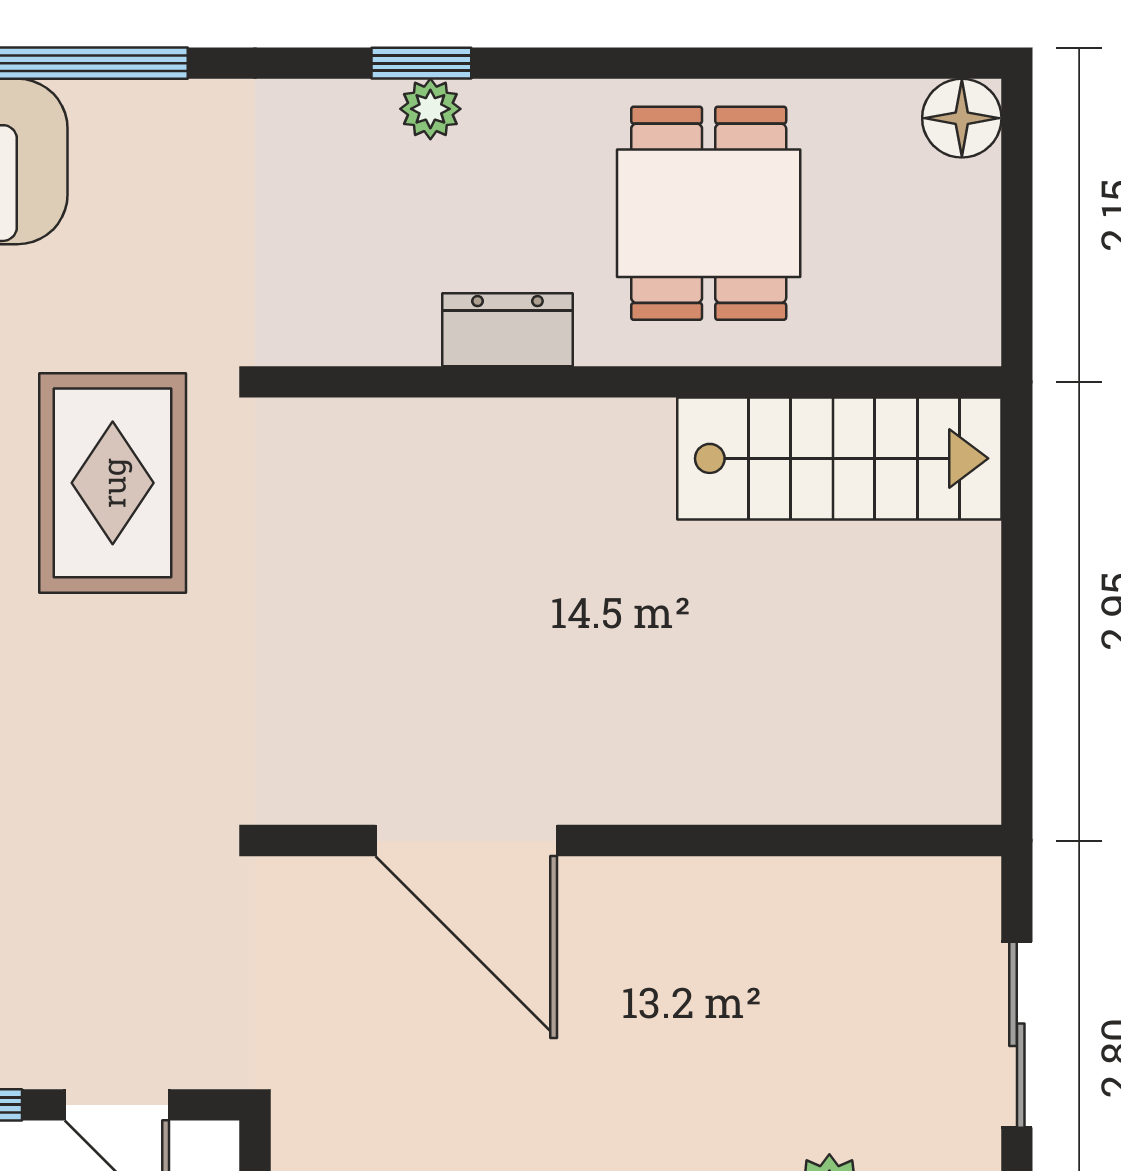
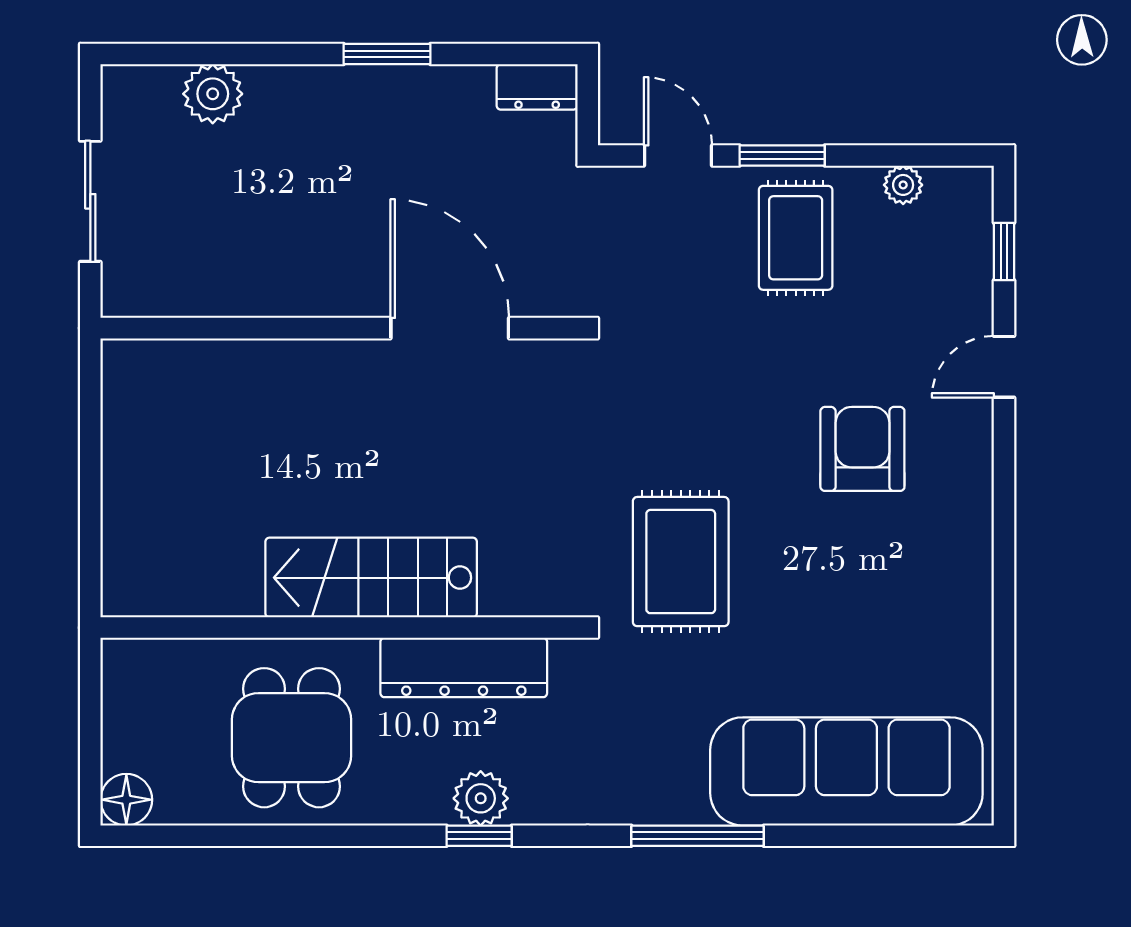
plant: (430, 109) -> (481, 798), width x1.38, depth x1.38
dresser: (507, 330) -> (464, 667), width x1.96, depth x1.24
stairs: (839, 458) -> (371, 578), moved

